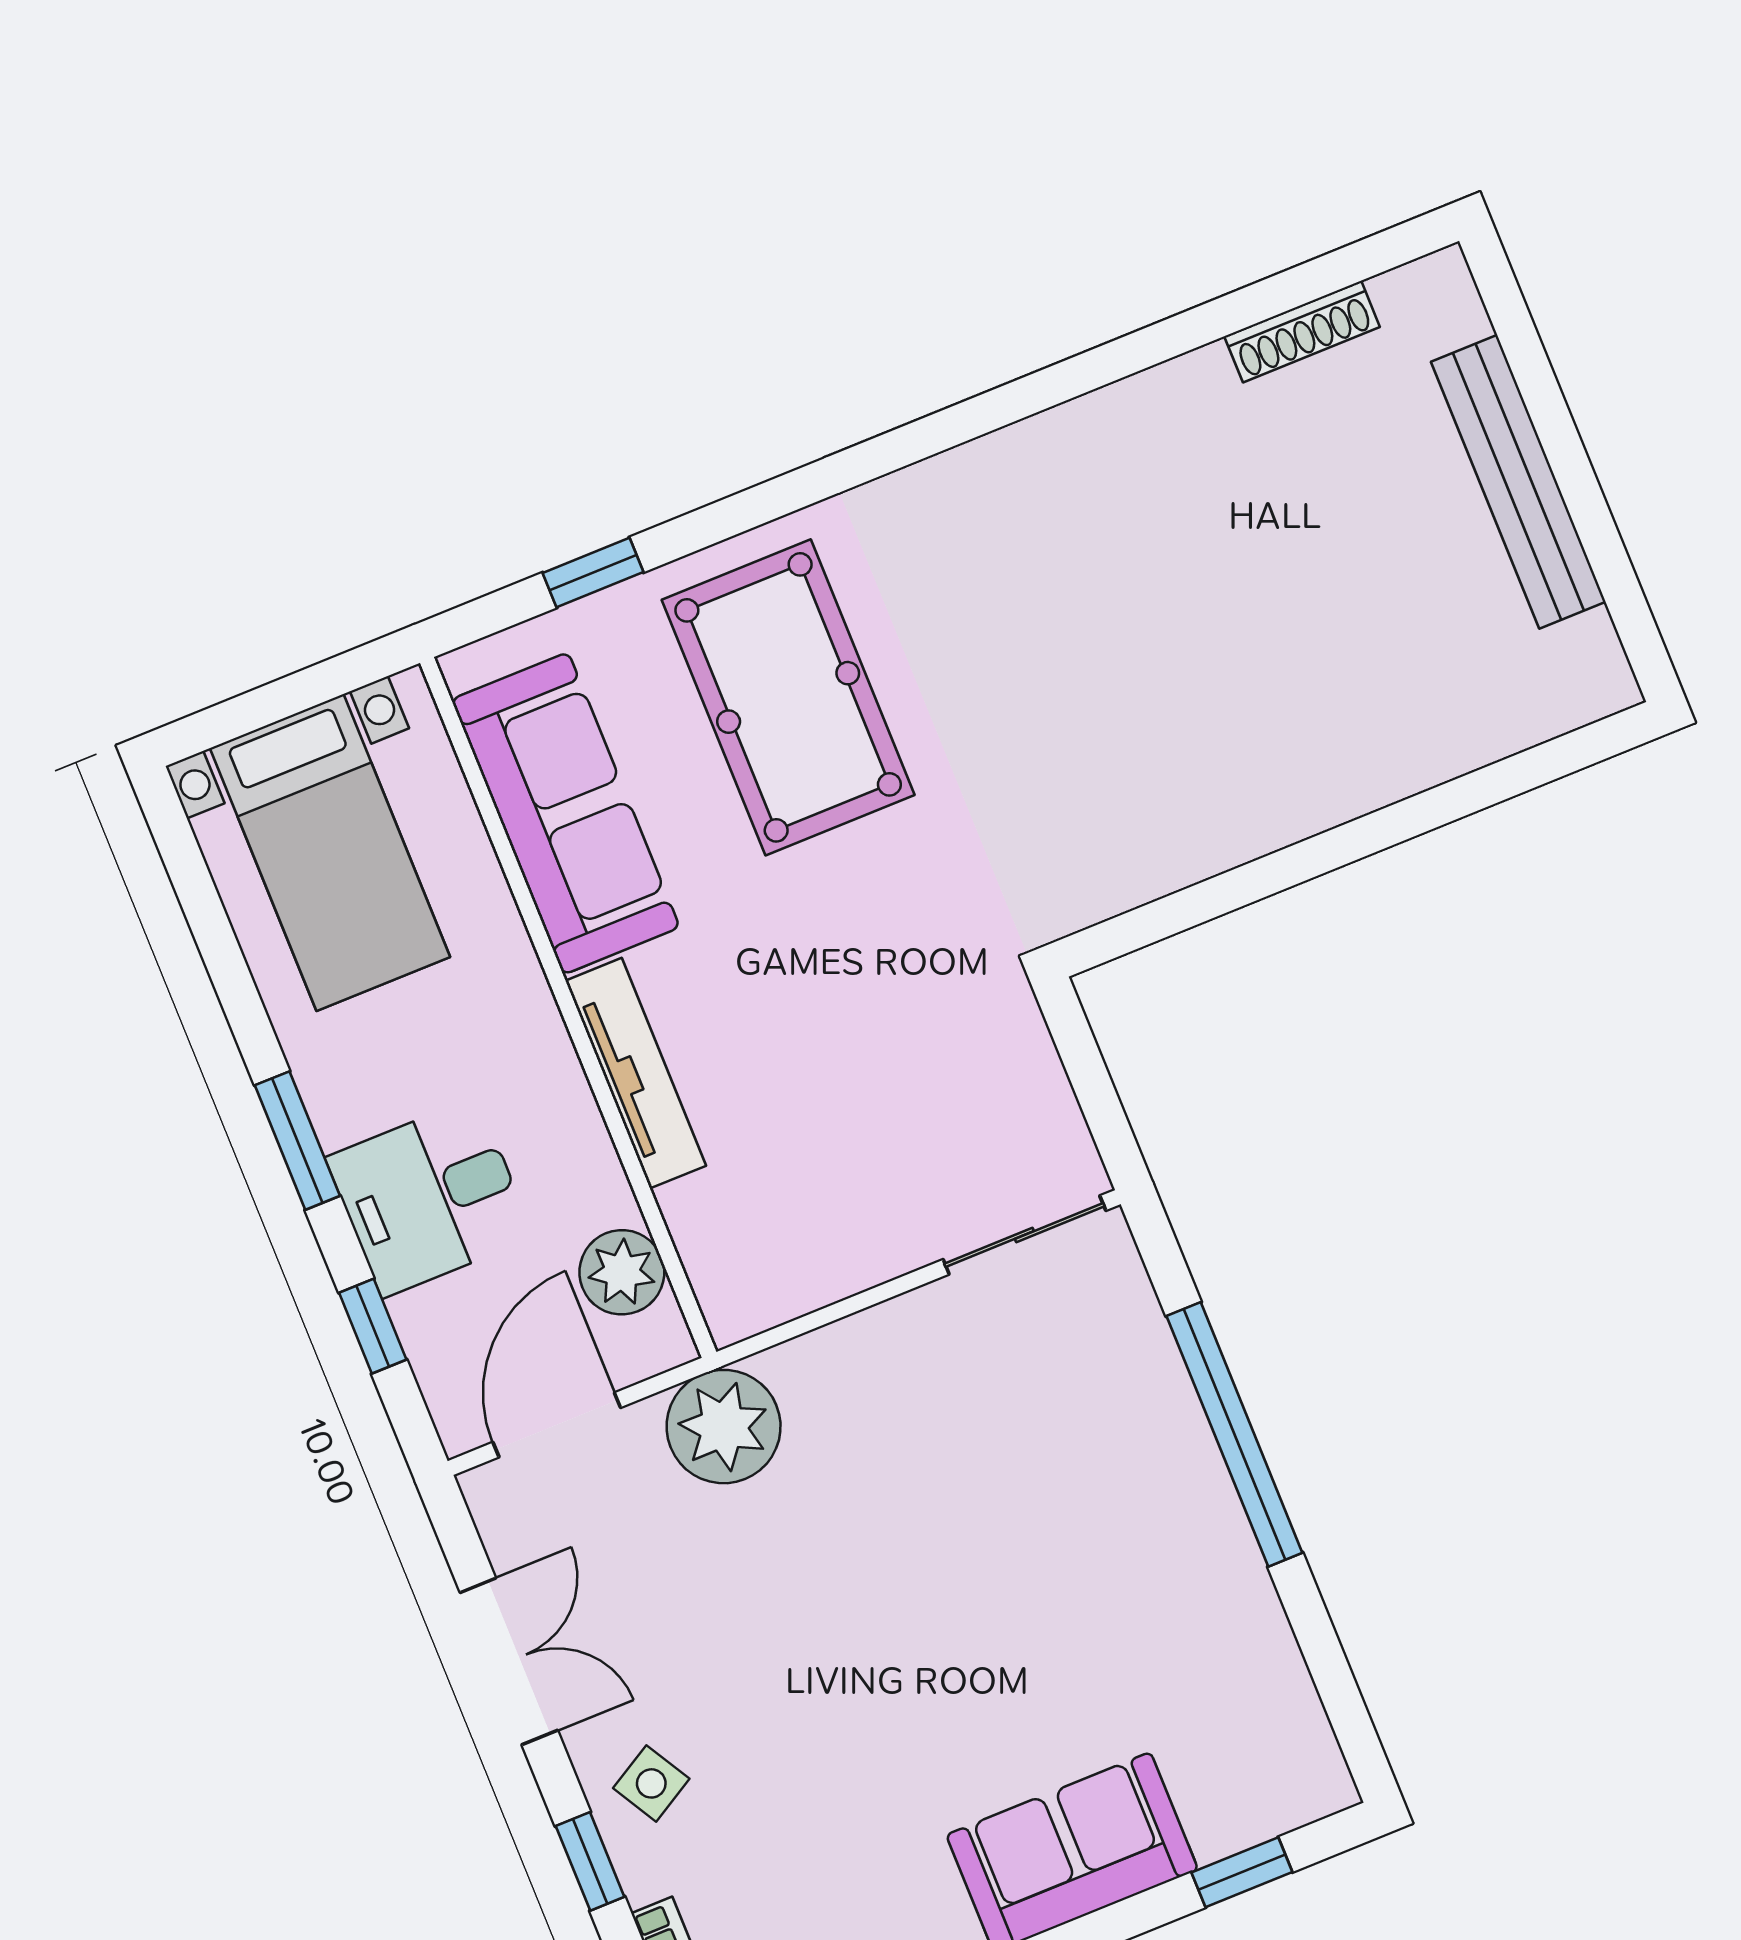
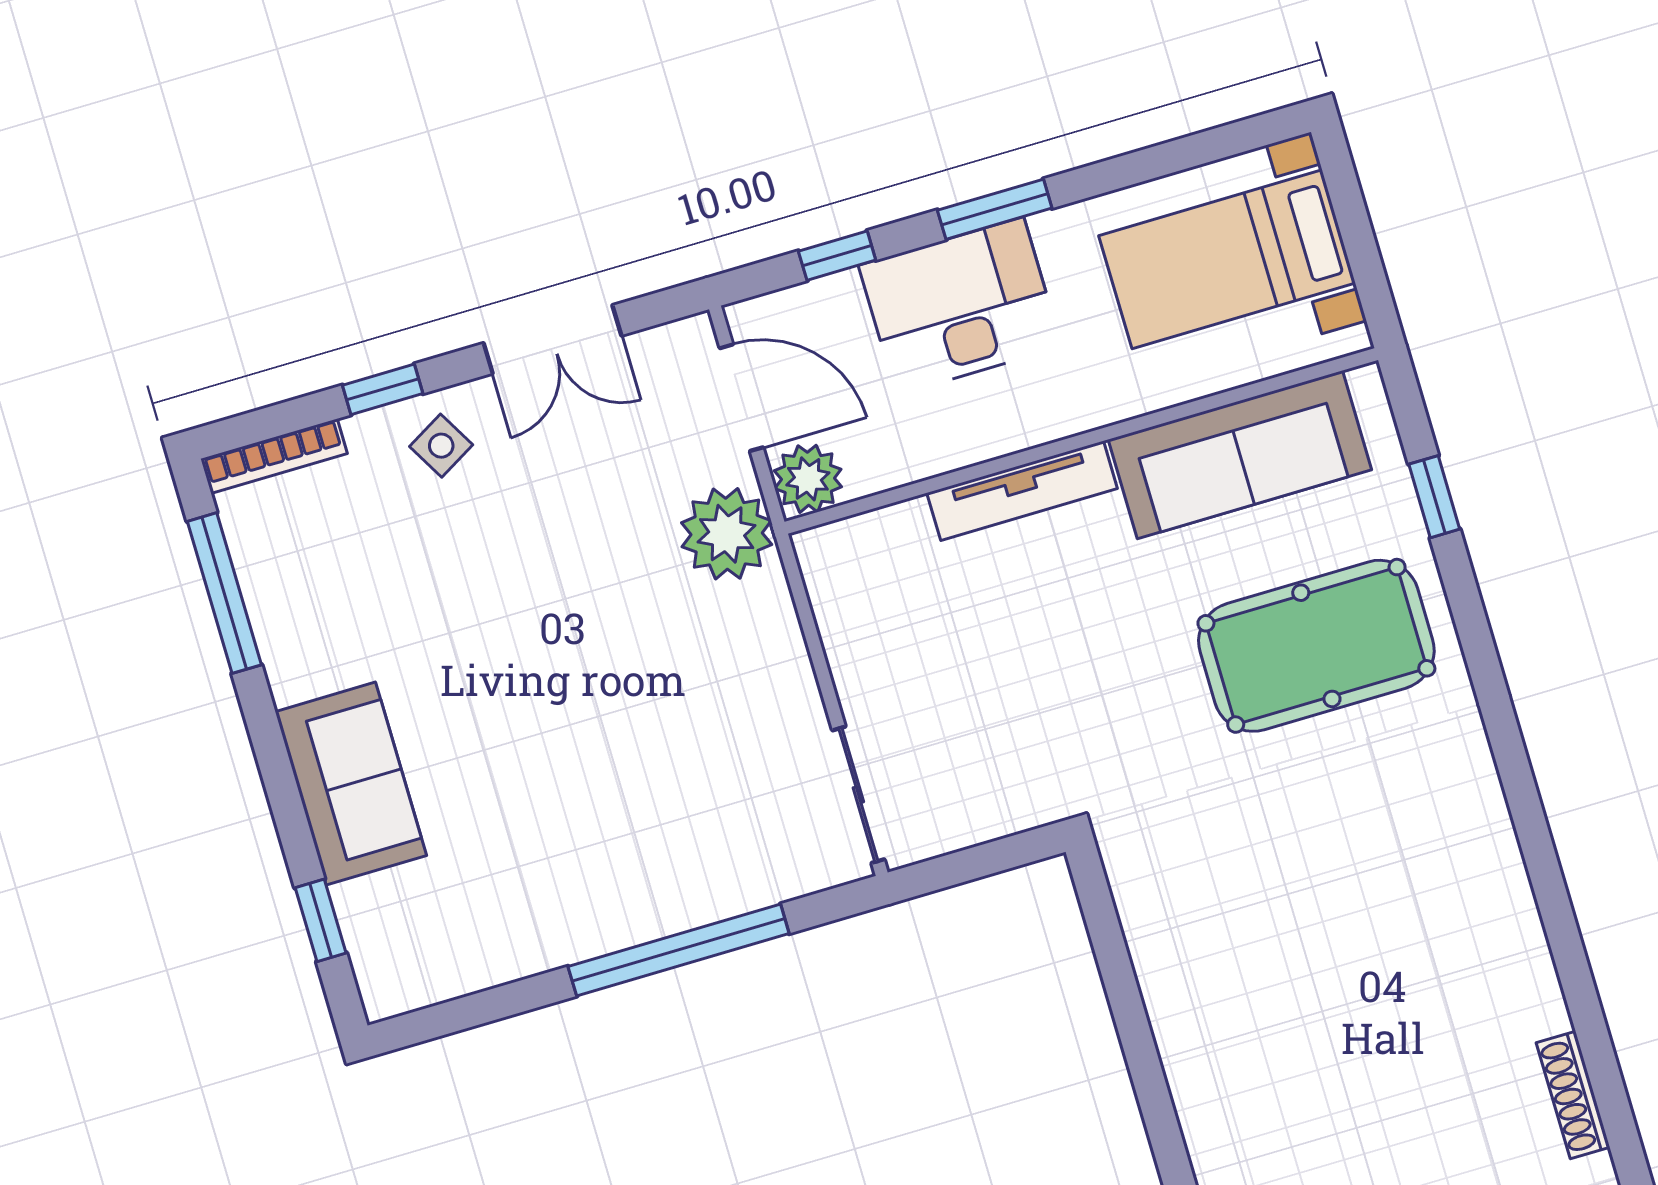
desk: (430, 1197) -> (960, 306), width x1.37
plant: (622, 1272) -> (808, 479), moved

